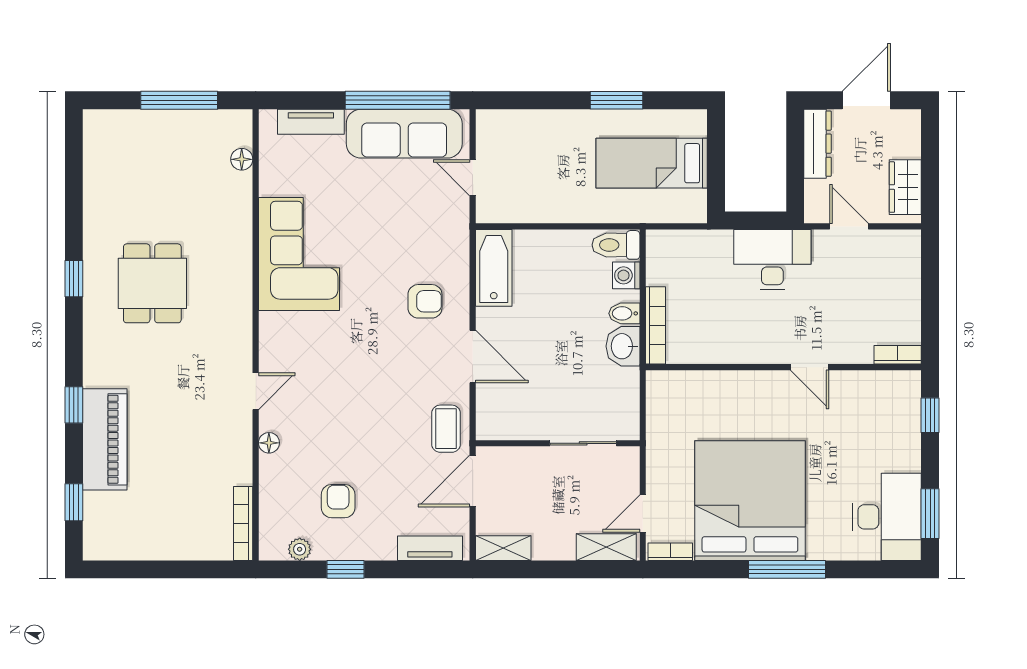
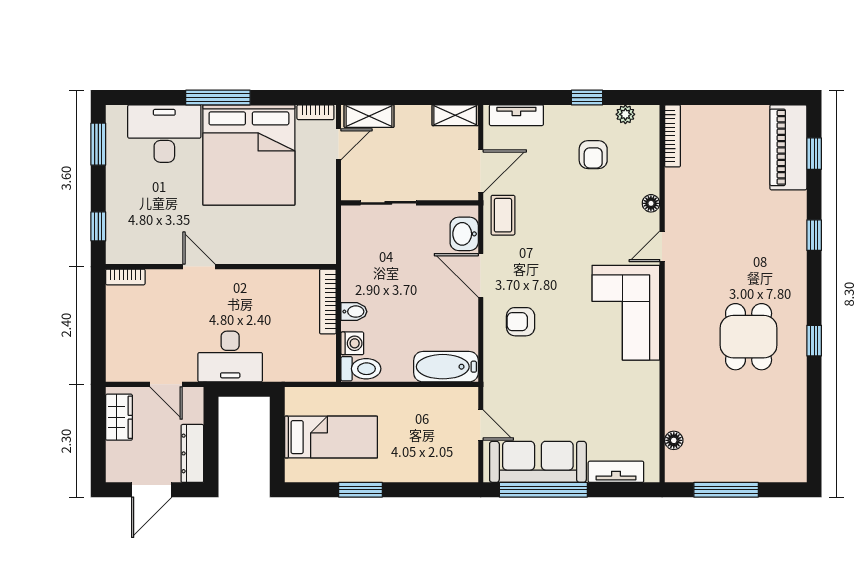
corner sofa: (299, 254) -> (626, 313), moved
bathtub: (494, 268) -> (446, 367), moved, turned 90
washbasin: (623, 346) -> (464, 234), moved, turned 180
piano: (105, 439) -> (788, 147), moved
desk: (887, 517) -> (164, 134), moved, turned 90

